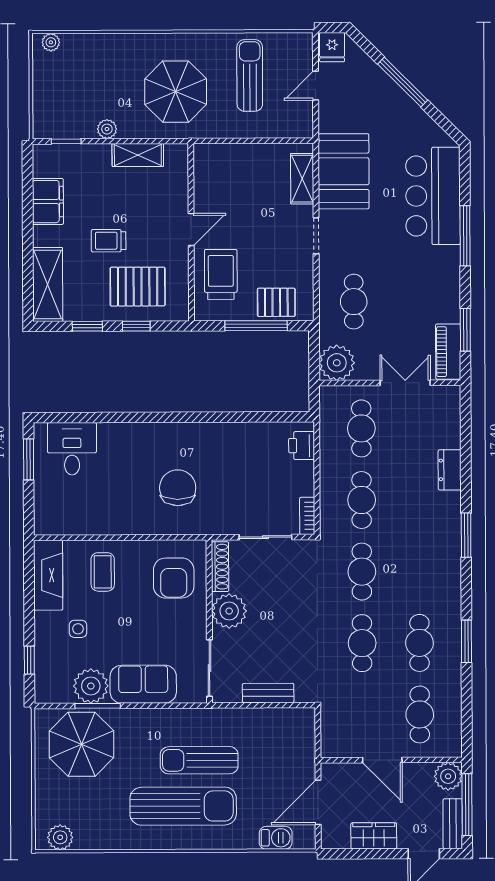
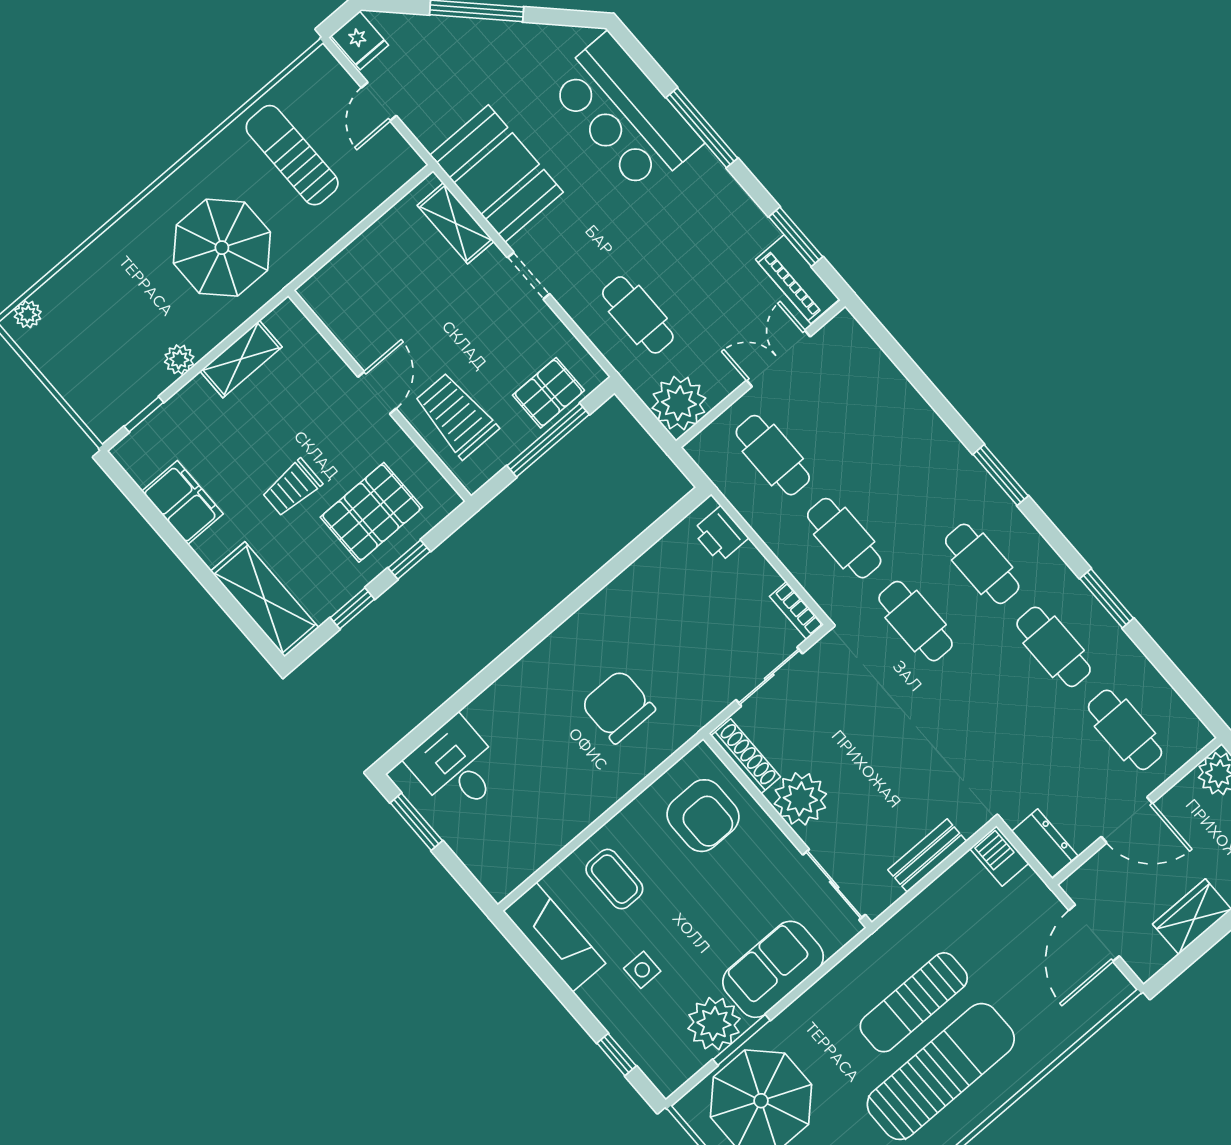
dresser: (450, 470) -> (1045, 843), moved, turned 180
cafe table: (362, 643) -> (982, 564), moved
barbecue: (276, 838) -> (999, 856), moved, turned -90

